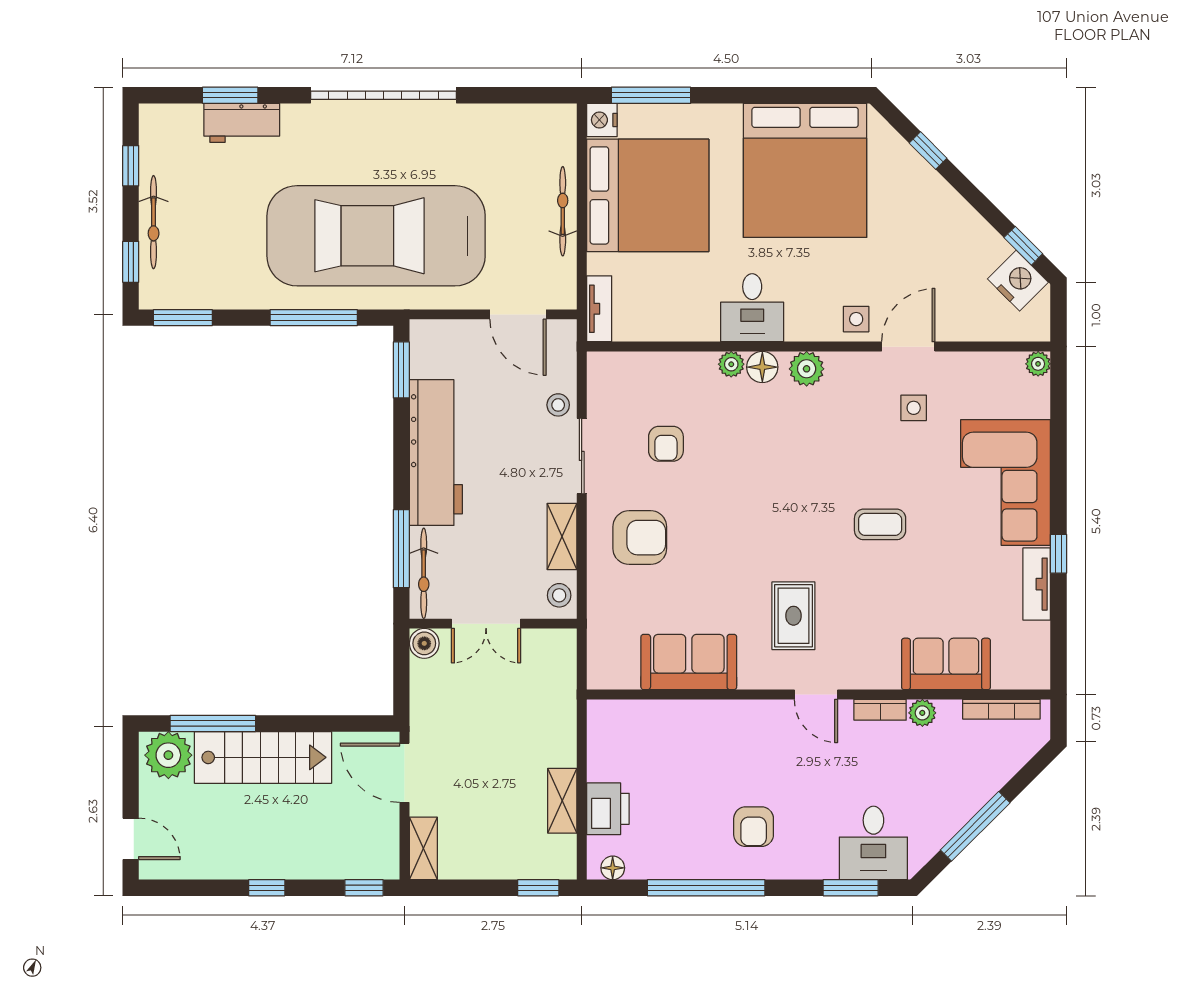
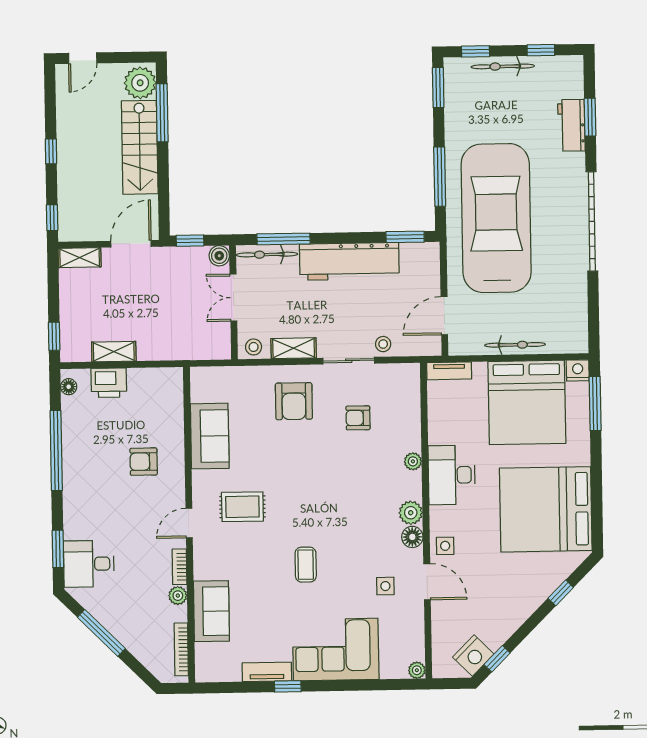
desk: (752, 308) -> (452, 475), width x1.37
floor lamp: (762, 367) -> (412, 537), moved
window: (401, 686) -> (190, 241), added
armchair: (754, 827) -> (144, 462), moved

